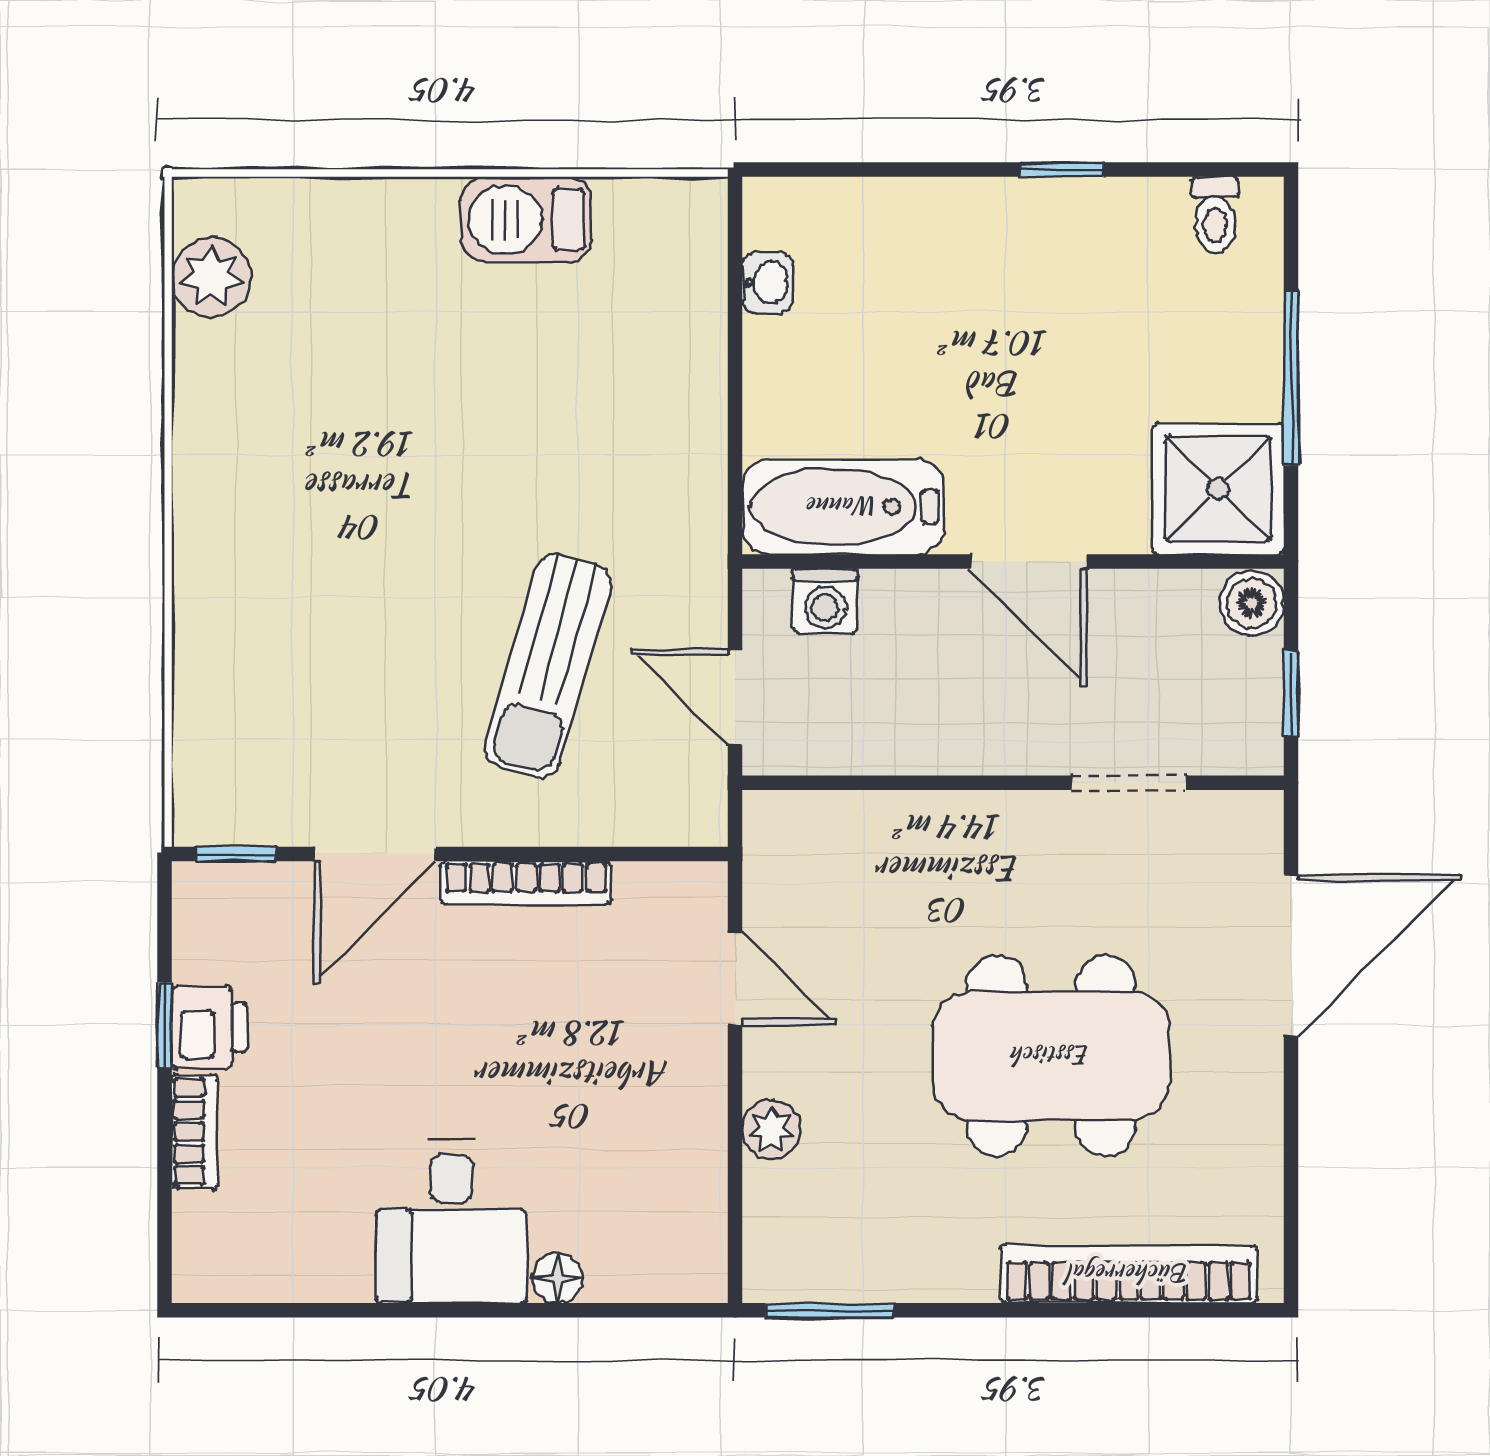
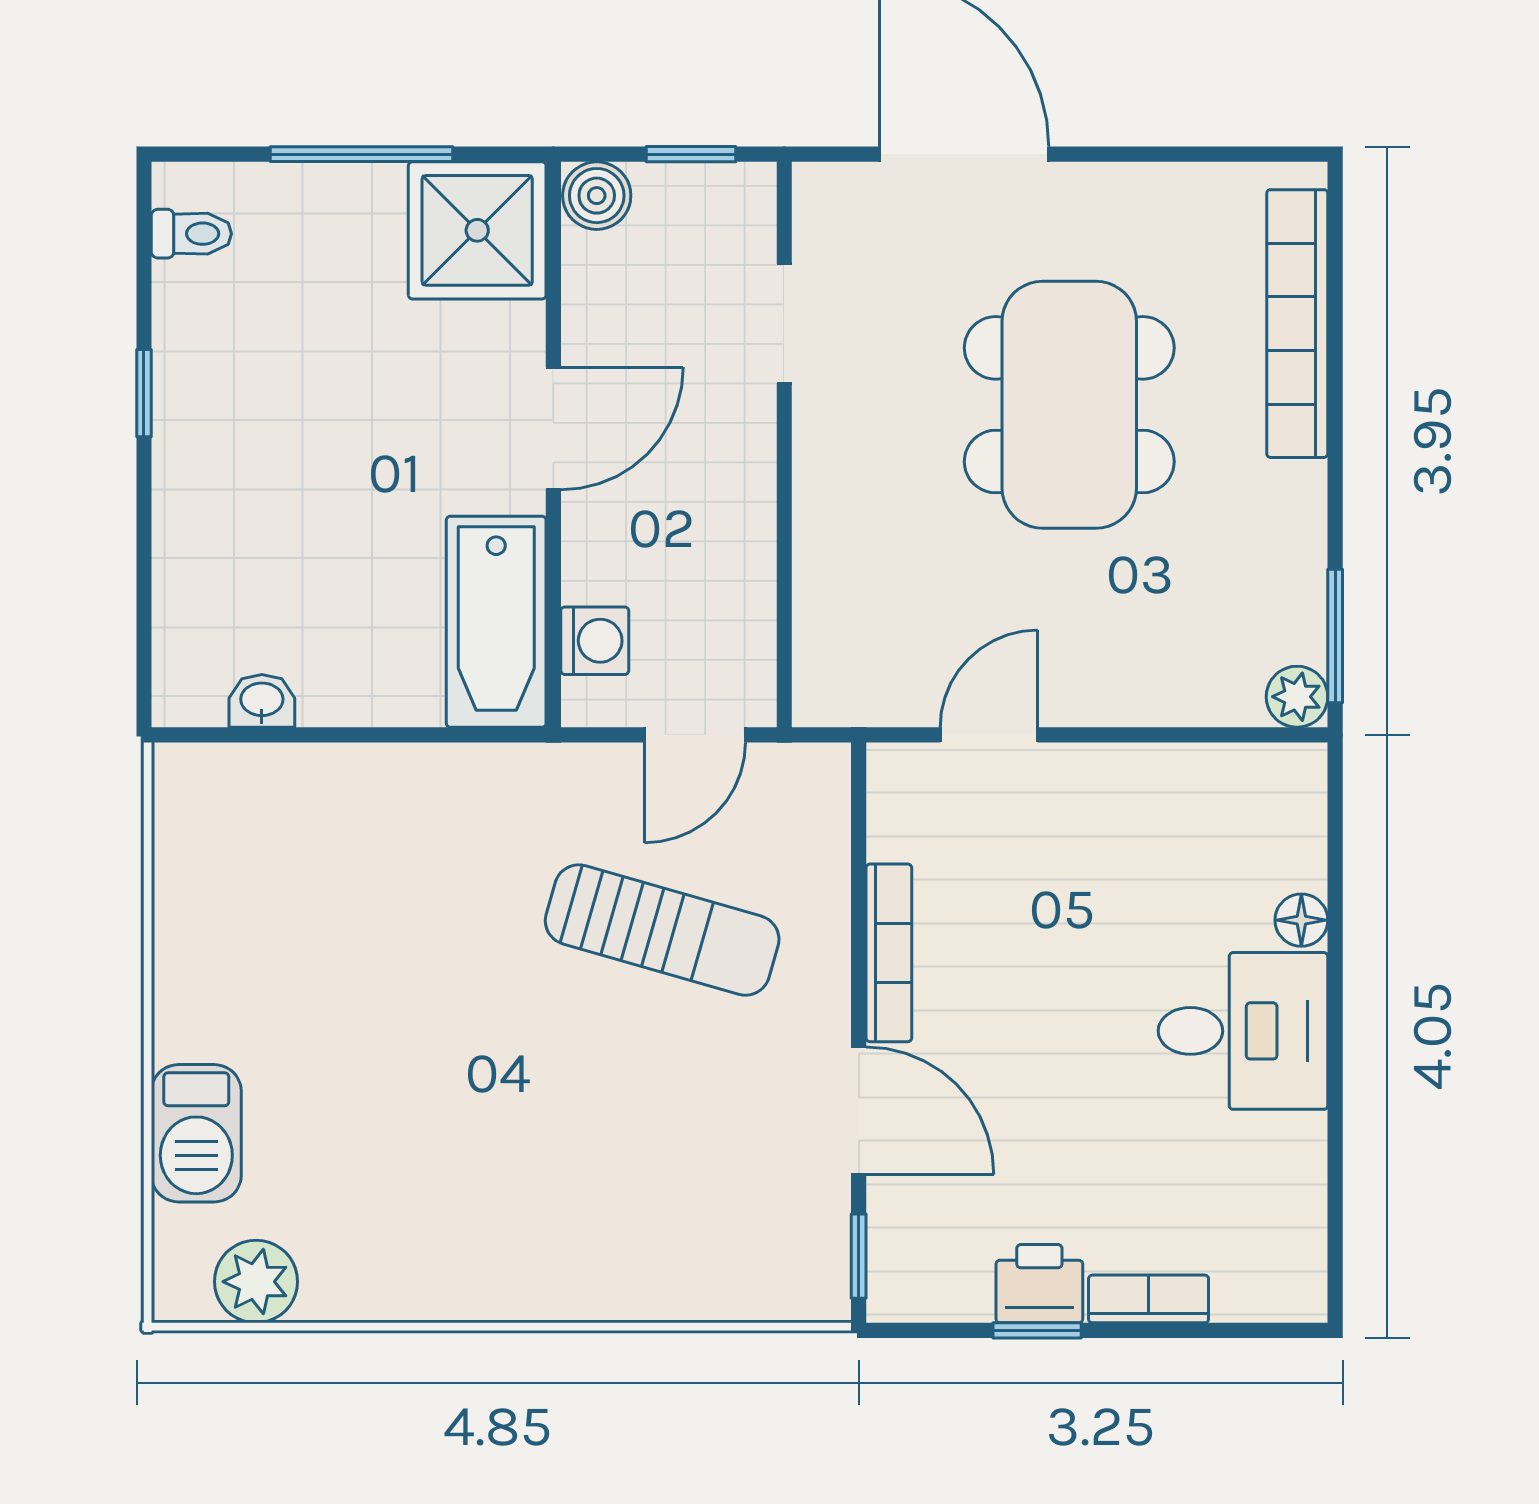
barbecue: (526, 220) -> (196, 1133), moved
plant: (771, 1129) -> (1297, 697), moved

